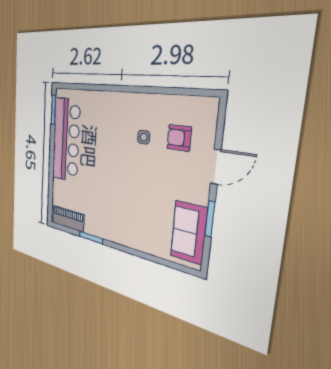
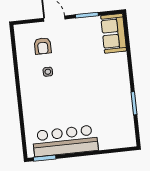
piano: (68, 219) -> (127, 128), removed
sofa: (189, 232) -> (114, 33), moved, turned 90

